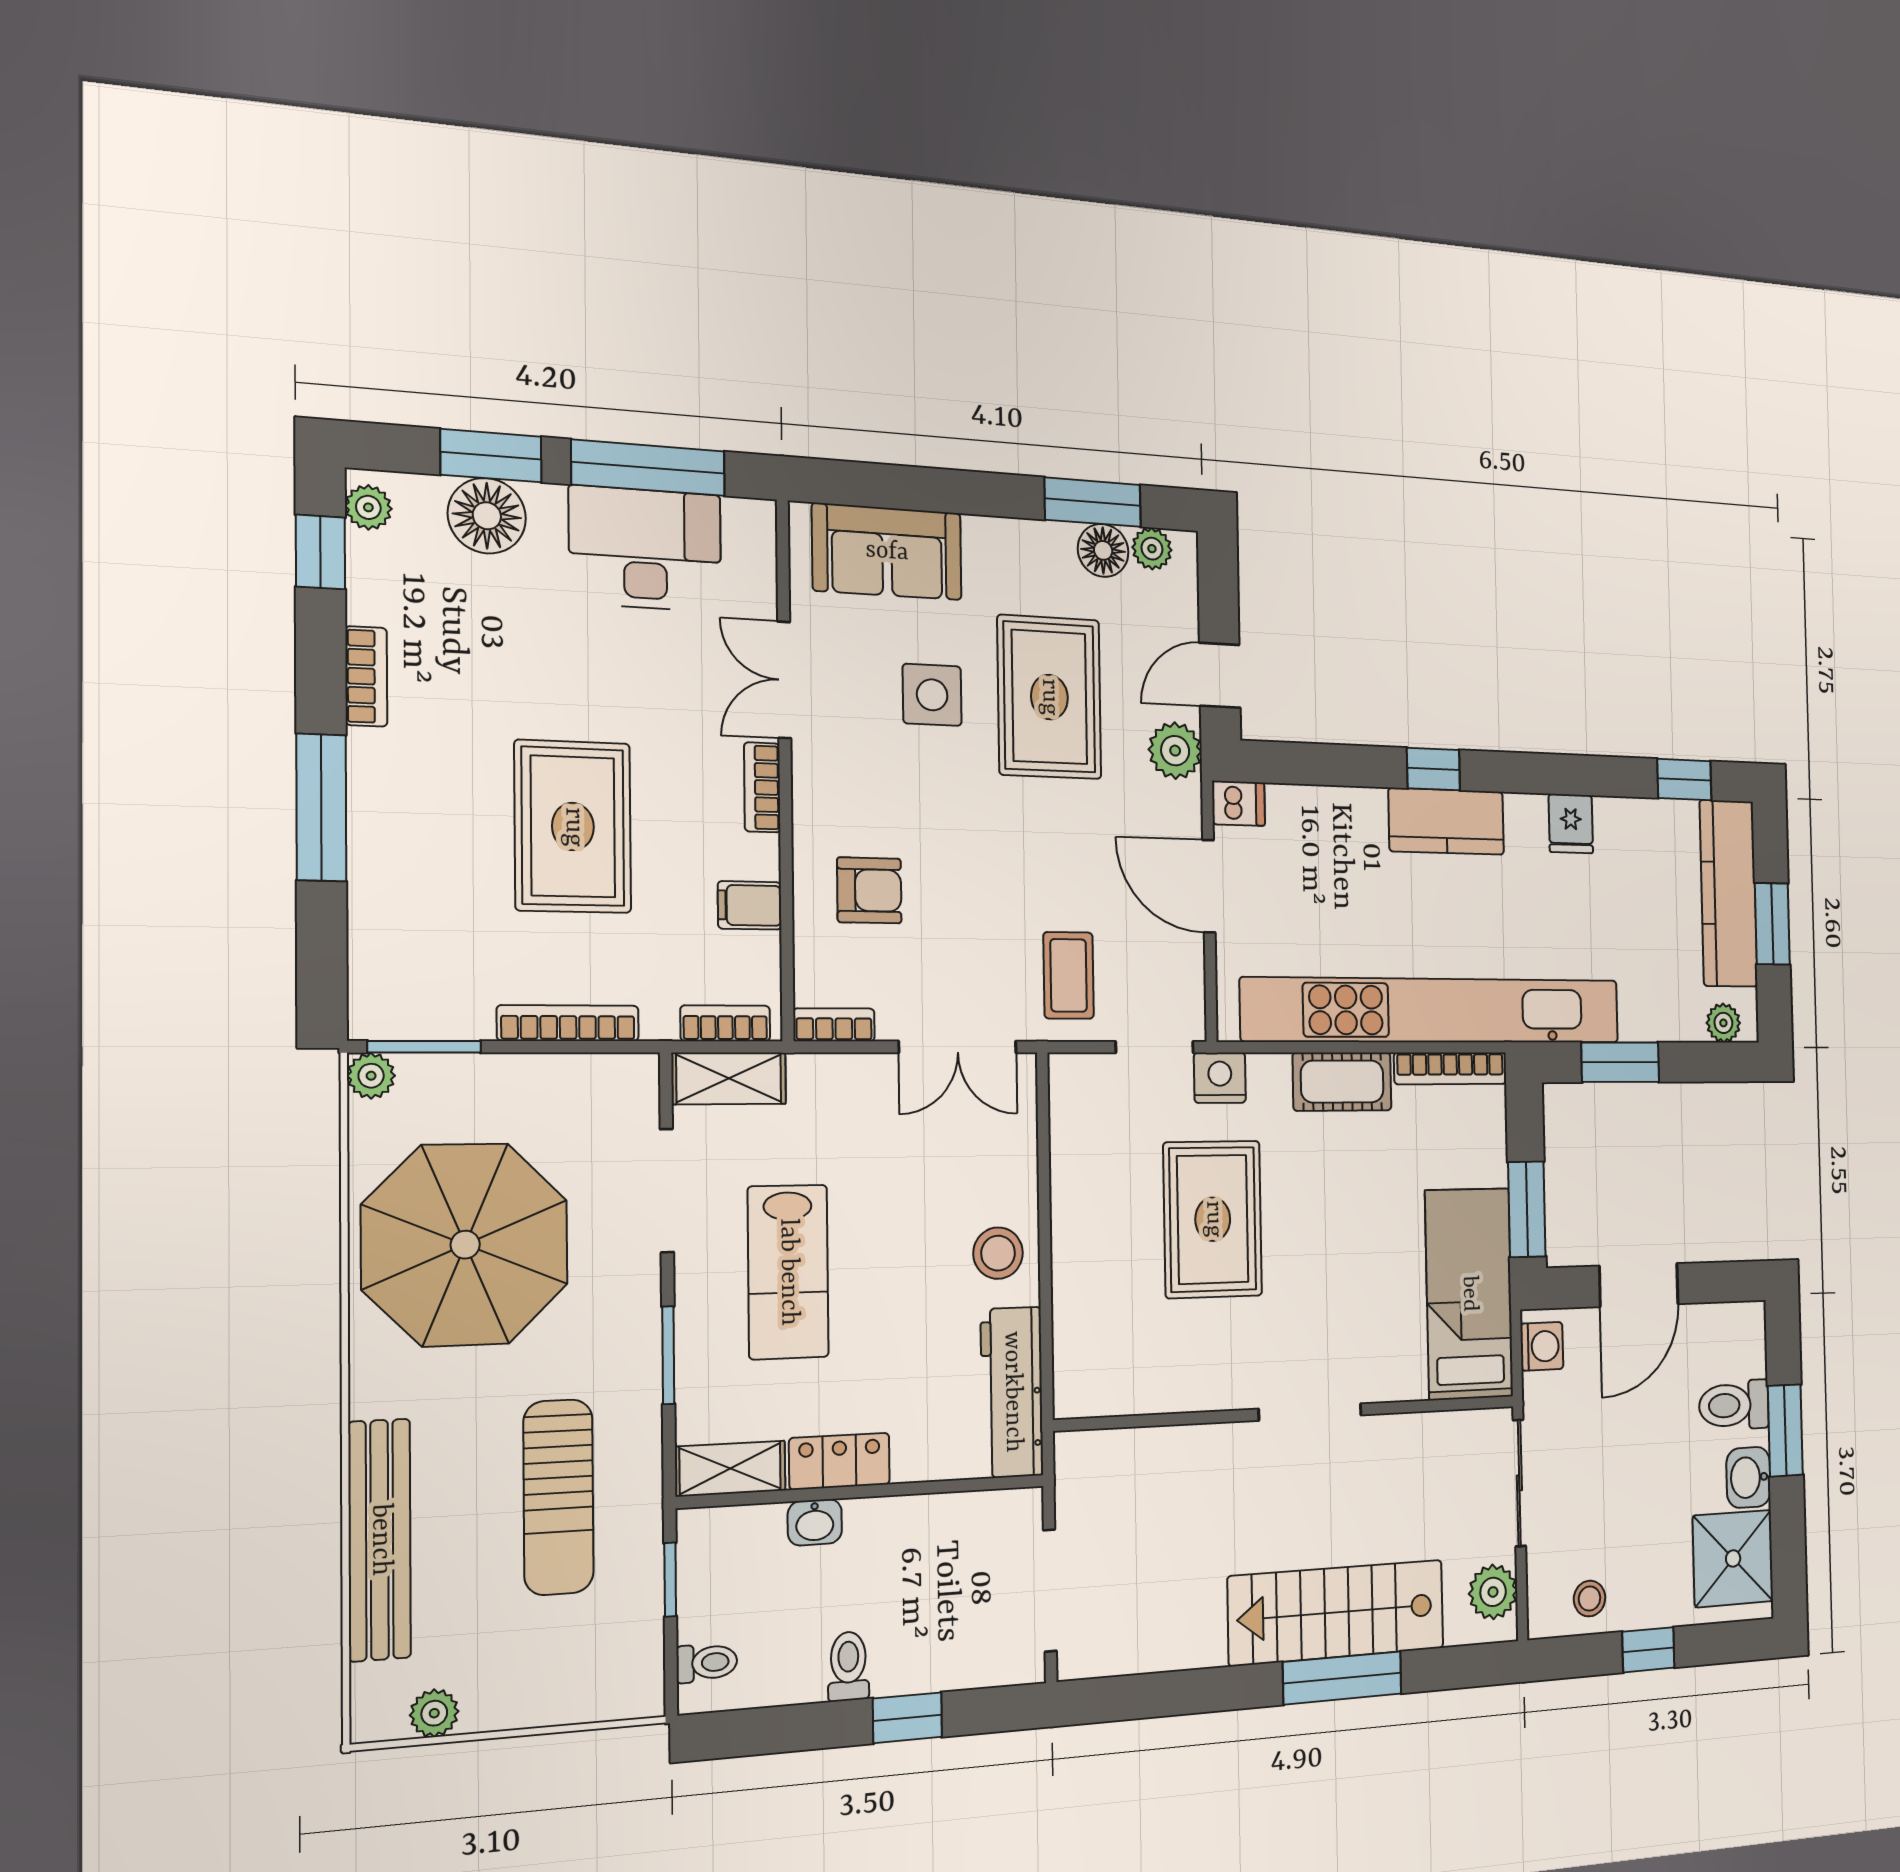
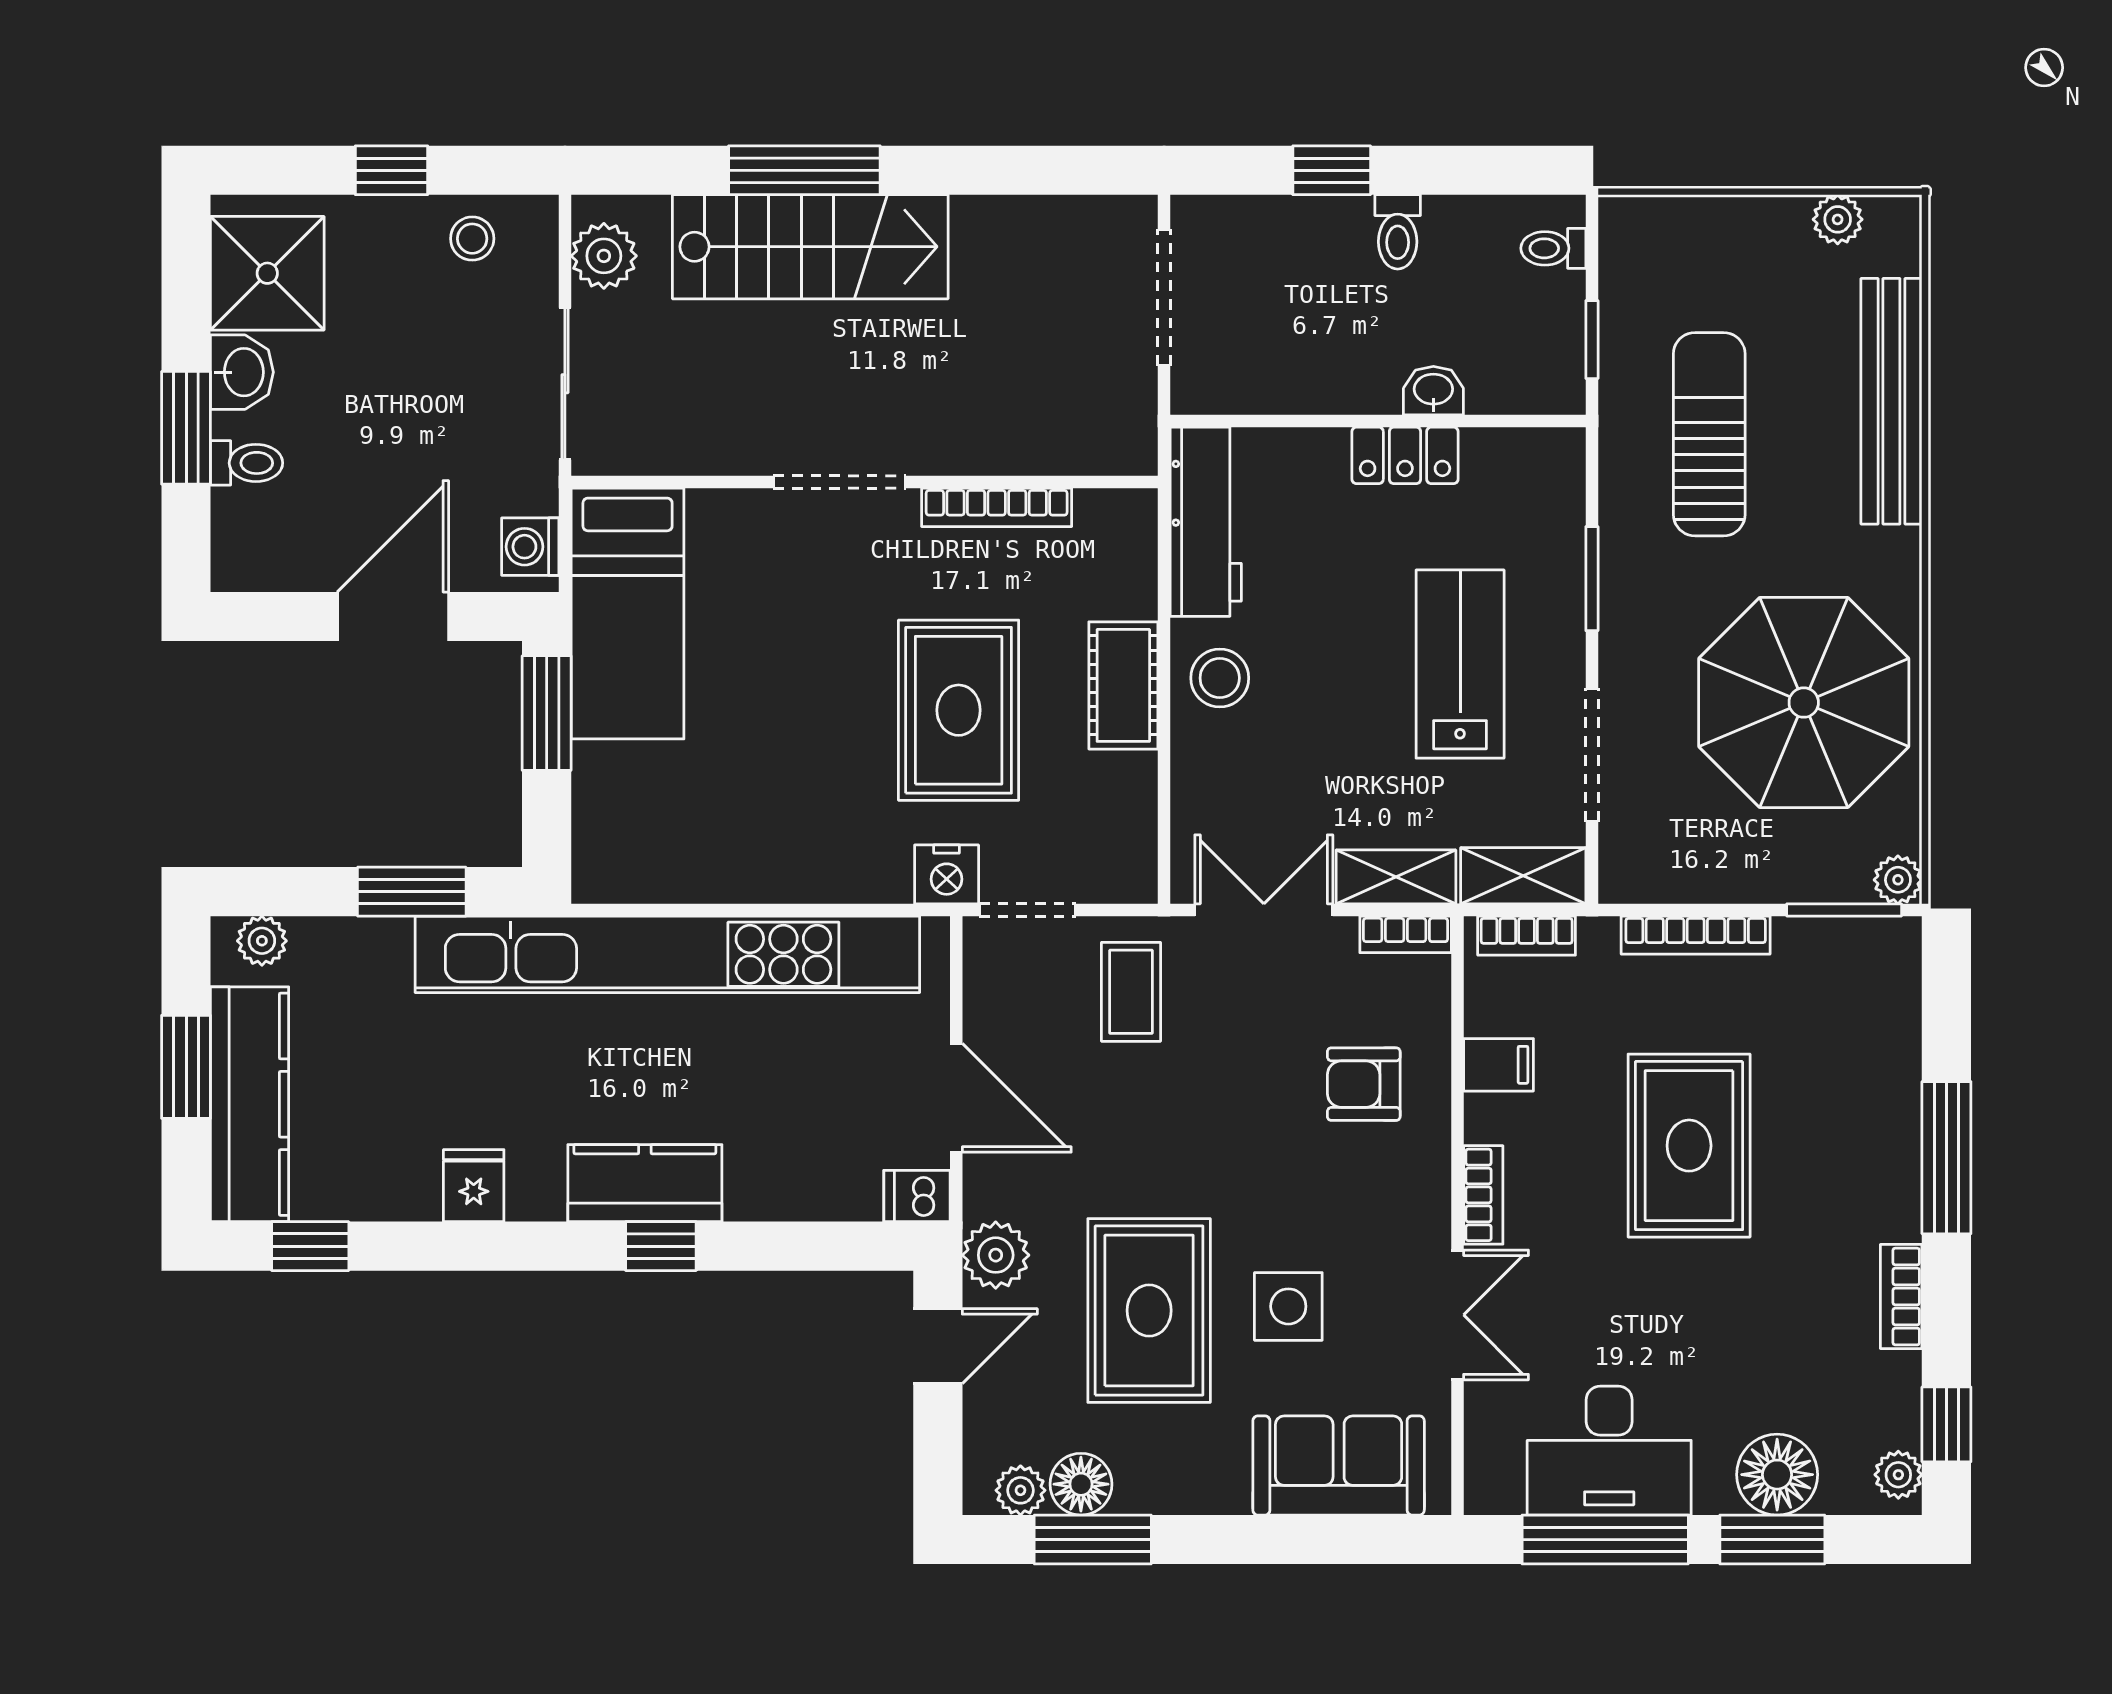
bookcase: (1450, 1068) -> (997, 507), moved, turned 180
cot: (1342, 1082) -> (1123, 685), moved, turned 90
toilet: (1734, 1405) -> (247, 463), width x0.73, depth x0.72
shelving: (730, 1469) -> (1396, 877), moved

